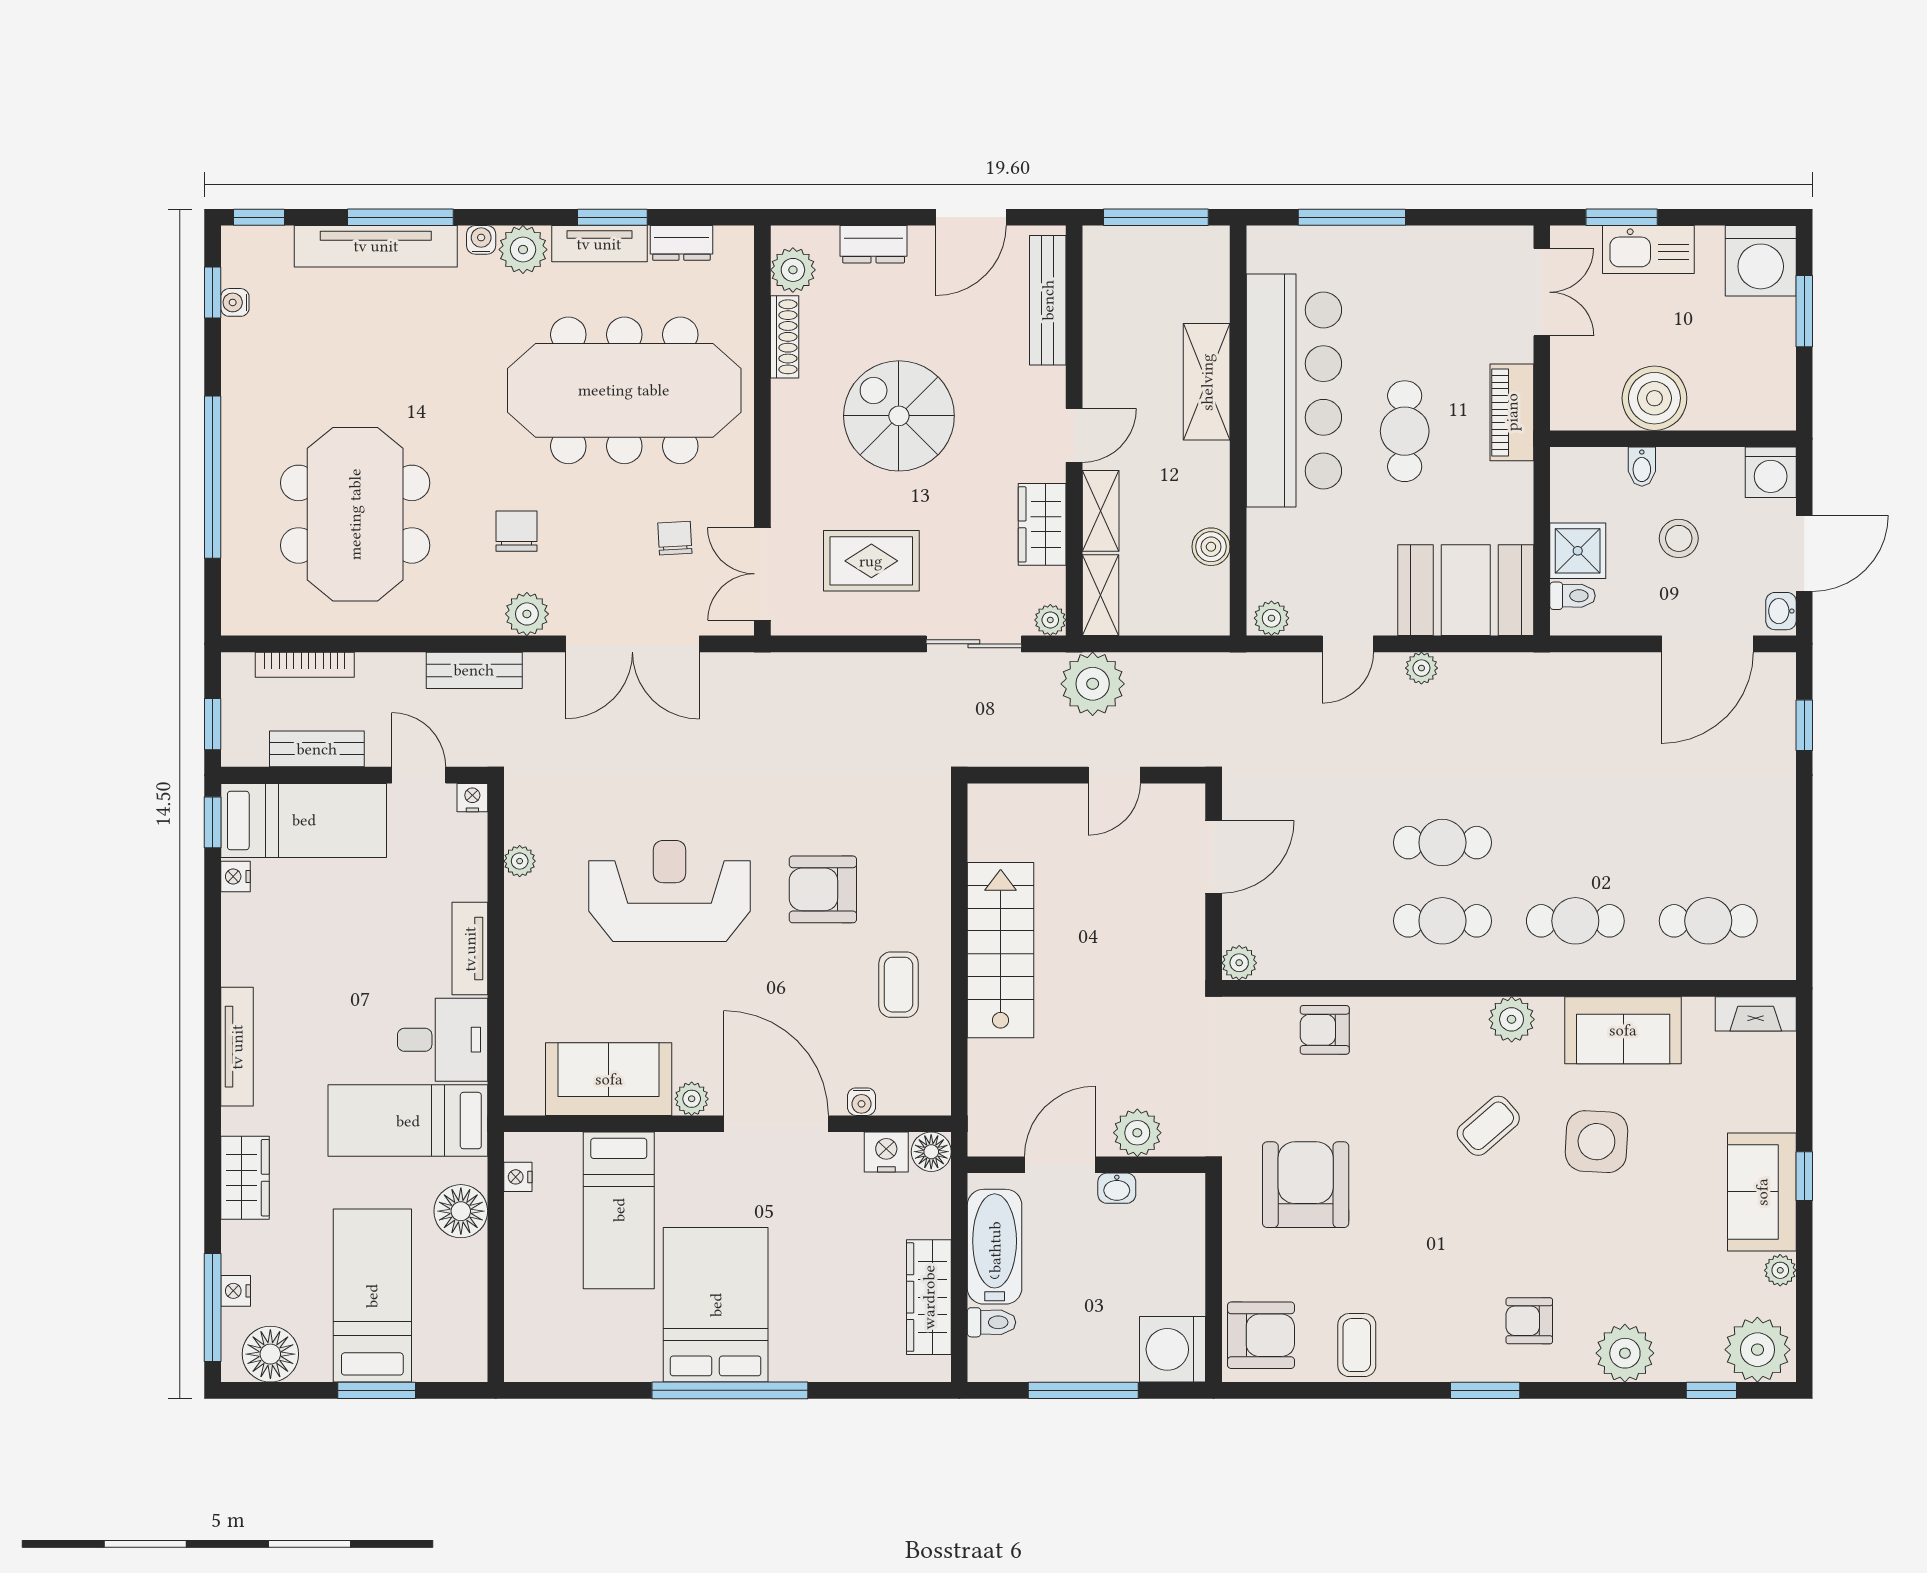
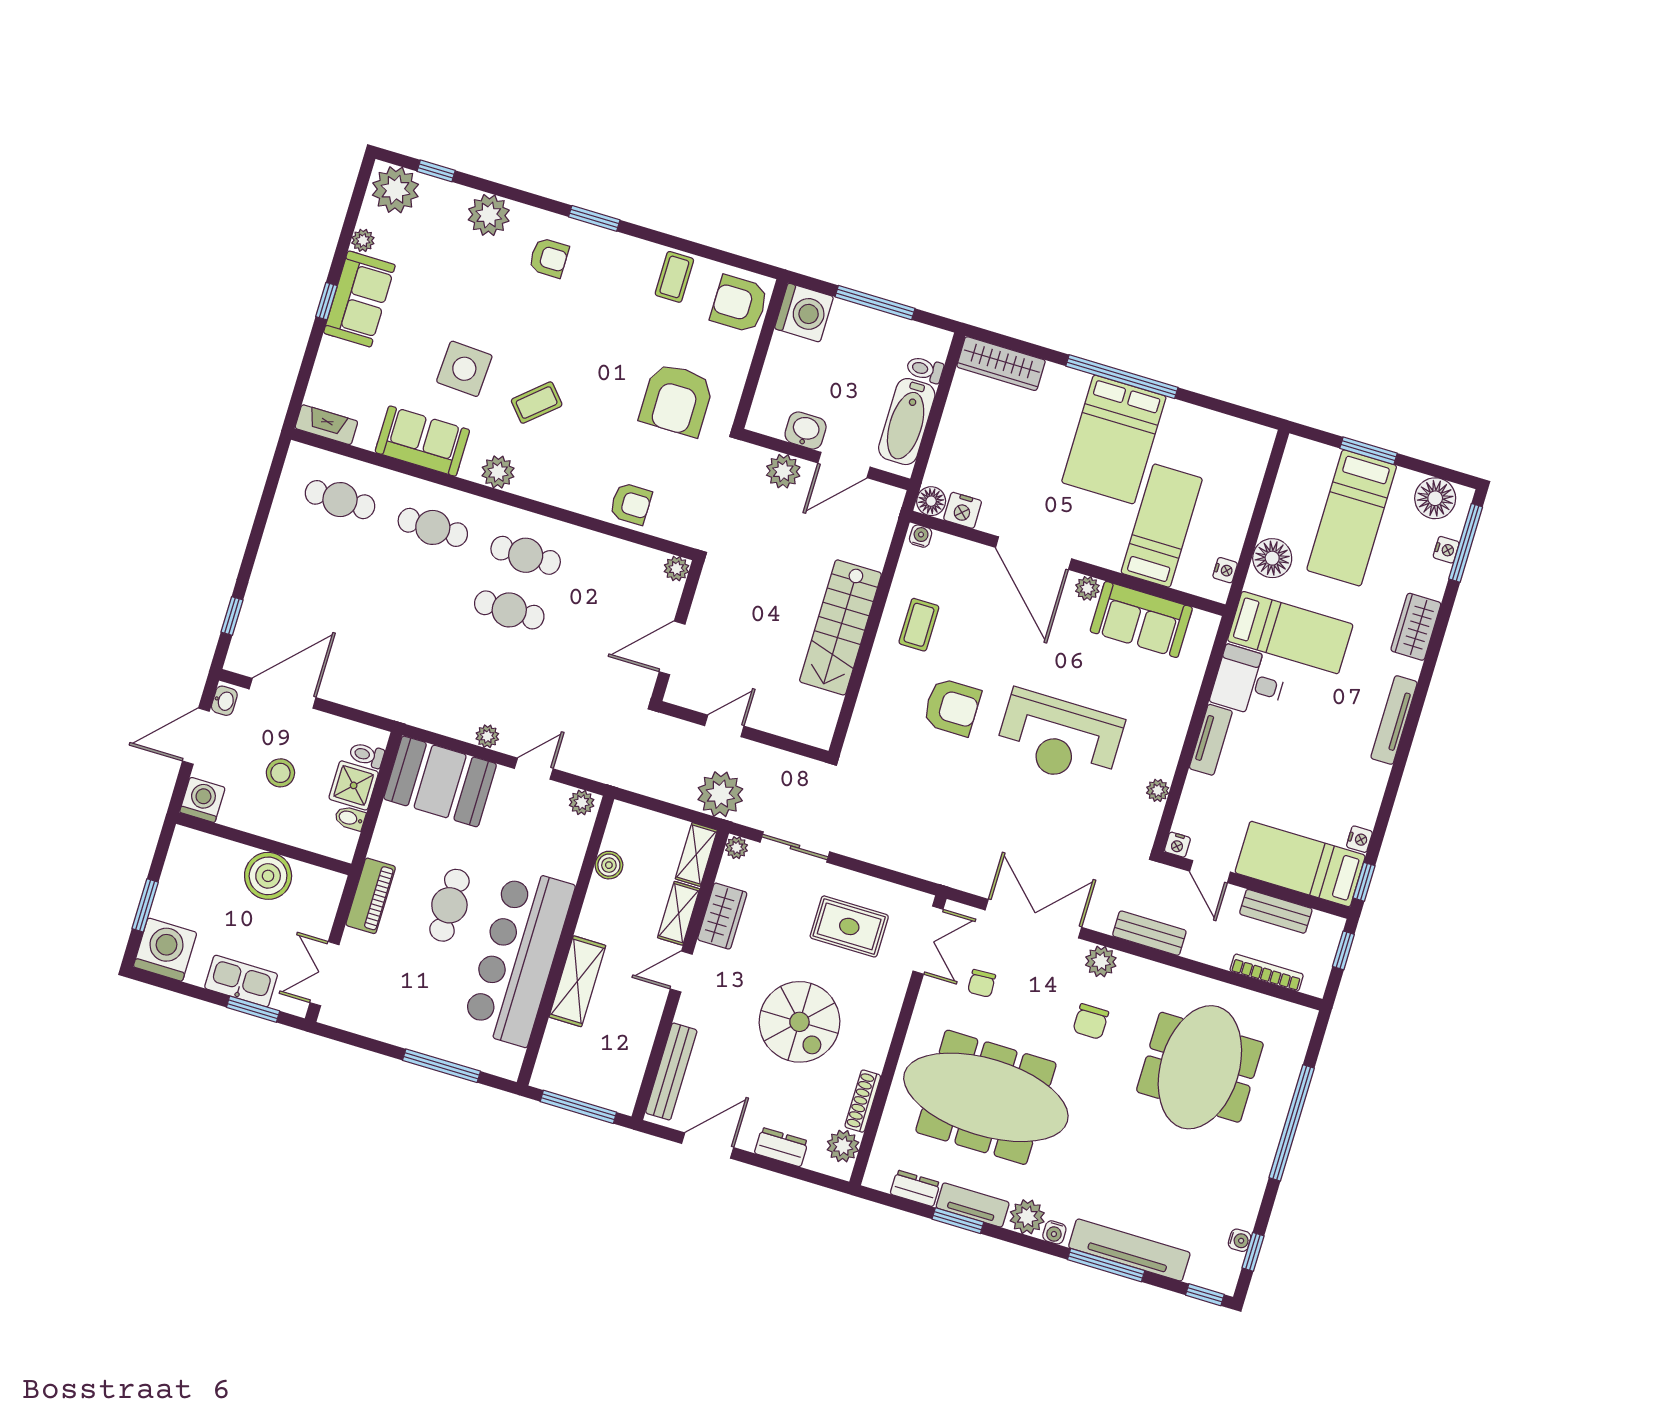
bidet: (1642, 467) -> (350, 818), moved, turned -90
water cooler: (861, 1102) -> (921, 536), moved
washbasin: (1117, 1188) -> (806, 430), width x1.38, depth x1.45
wardrobe: (929, 1297) -> (1001, 364), moved, turned 90

